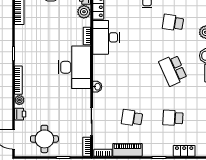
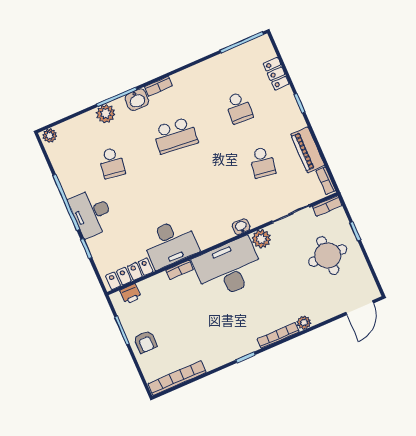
plant: (84, 12) -> (261, 239), moved
school desk: (173, 70) -> (175, 135), turned 30
printer: (20, 114) -> (322, 313), removed
round table: (44, 139) -> (328, 256), moved

